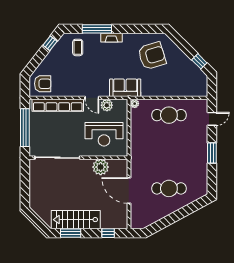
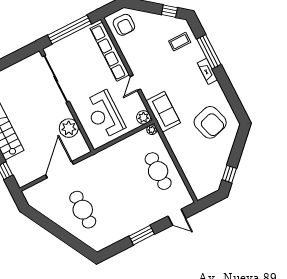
plant: (107, 105) -> (144, 117), moved

